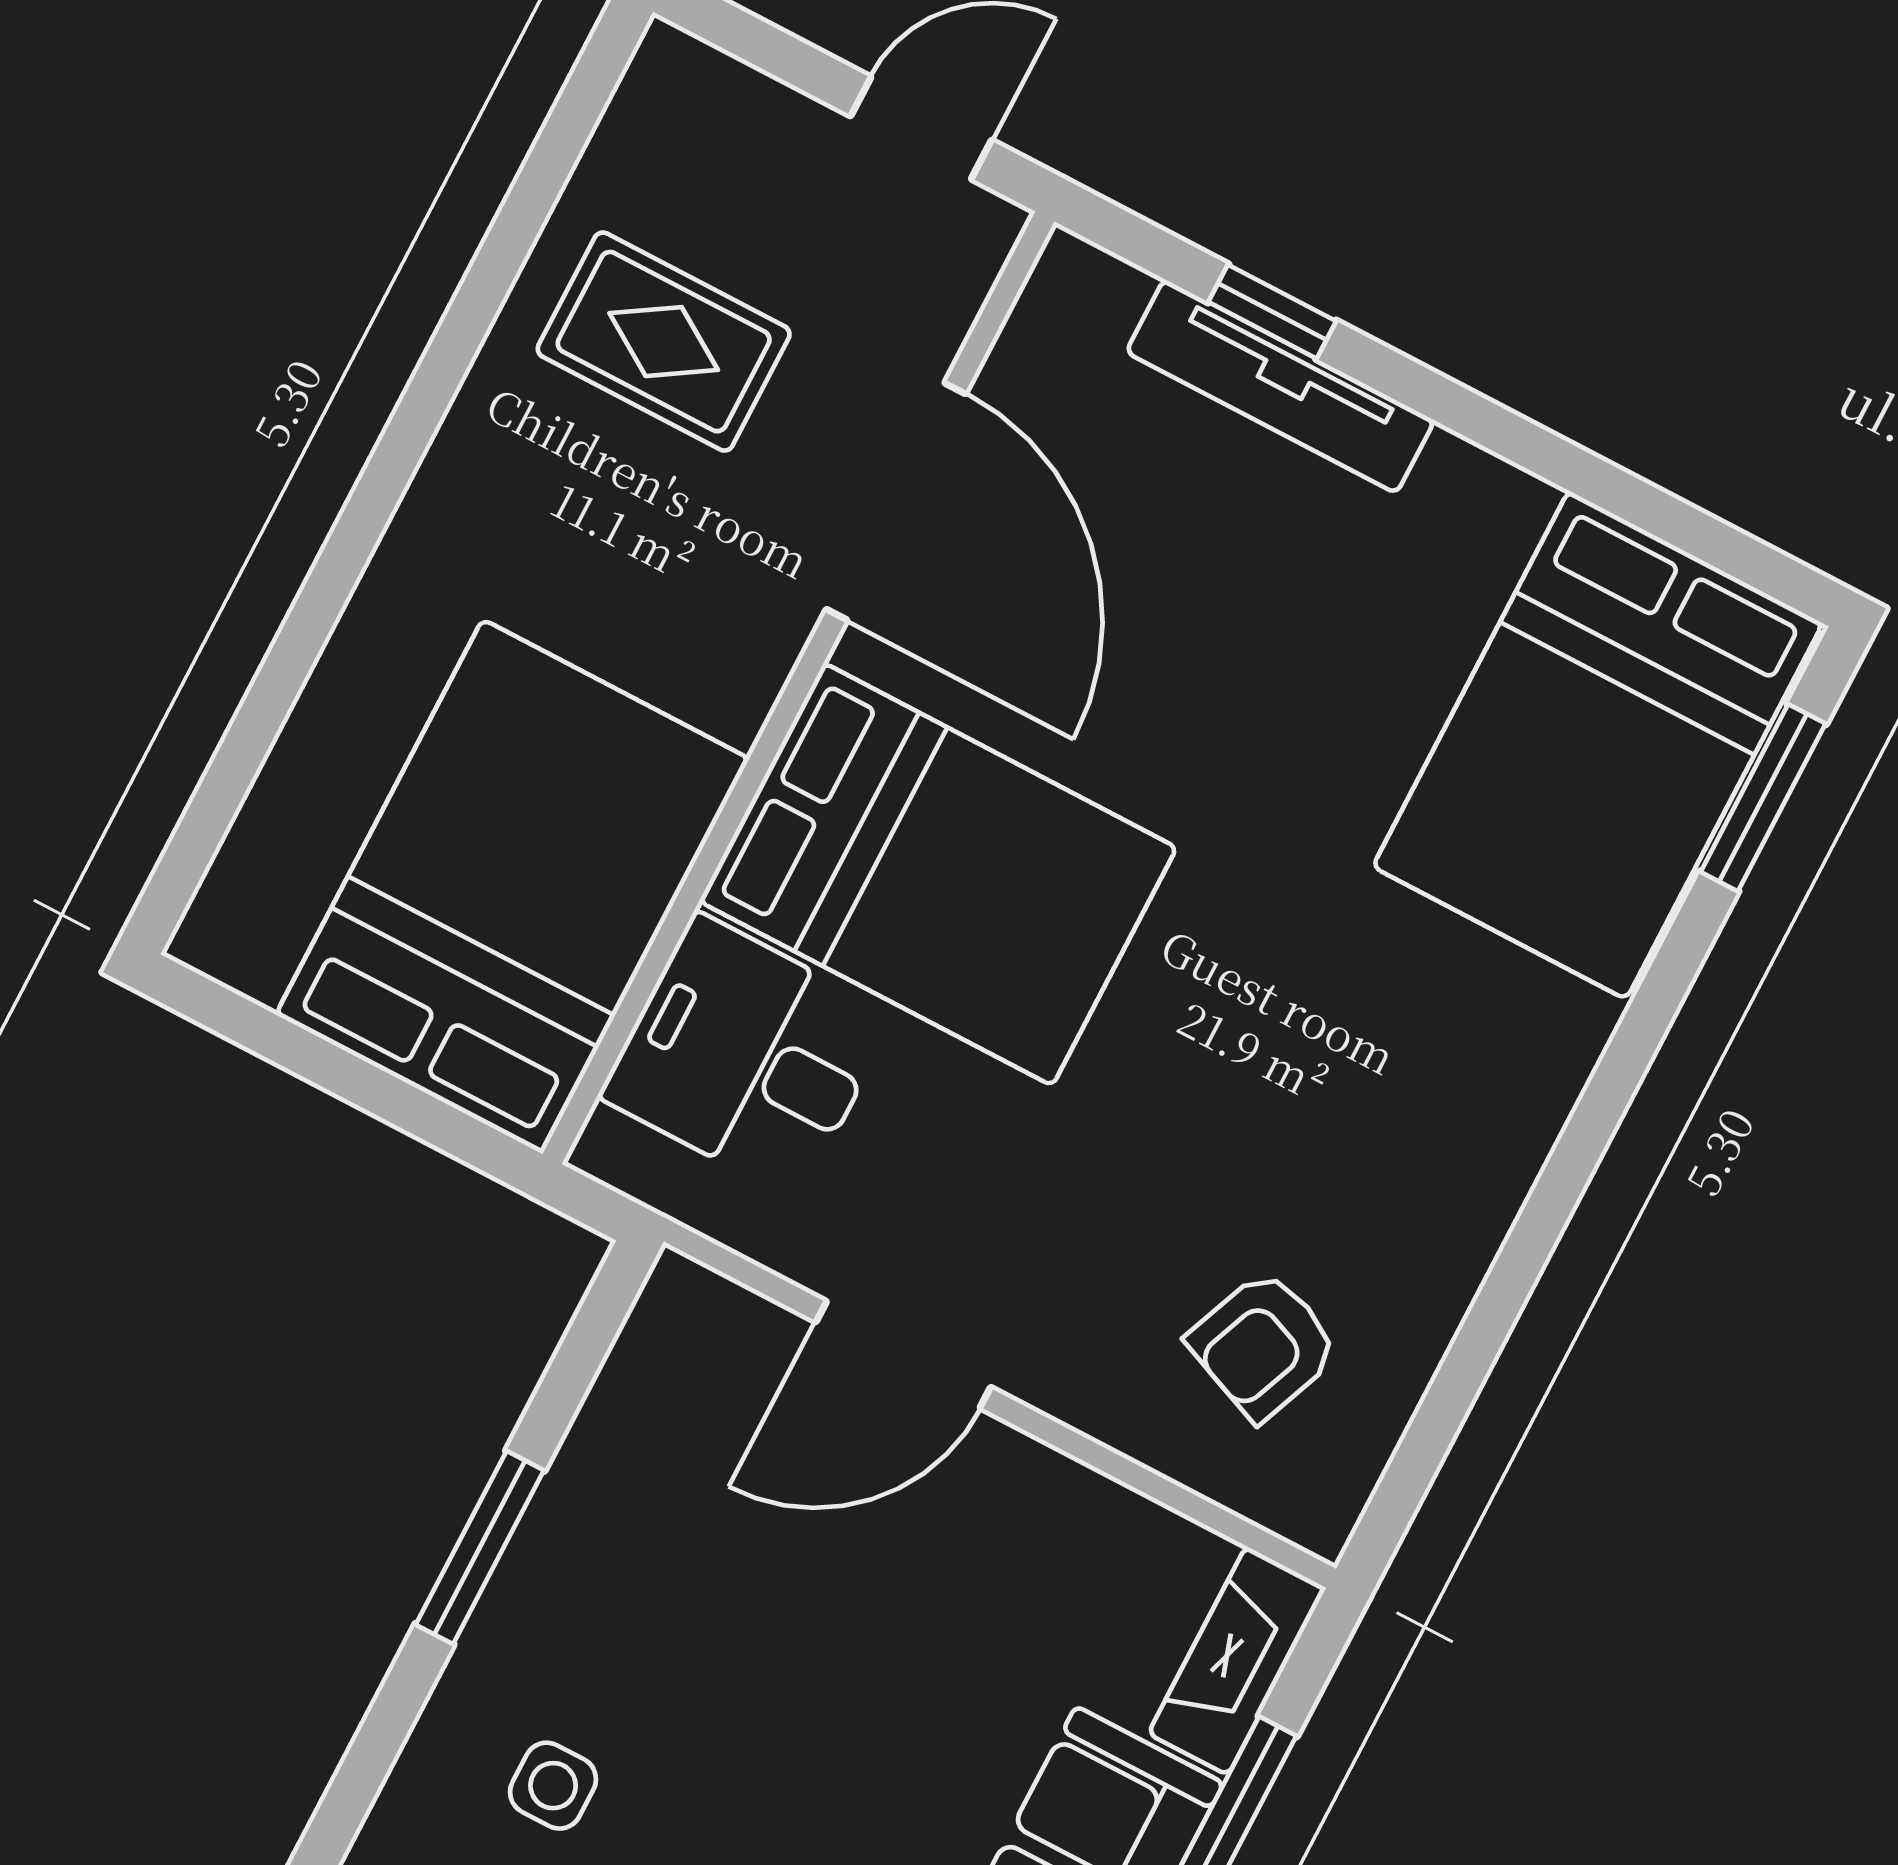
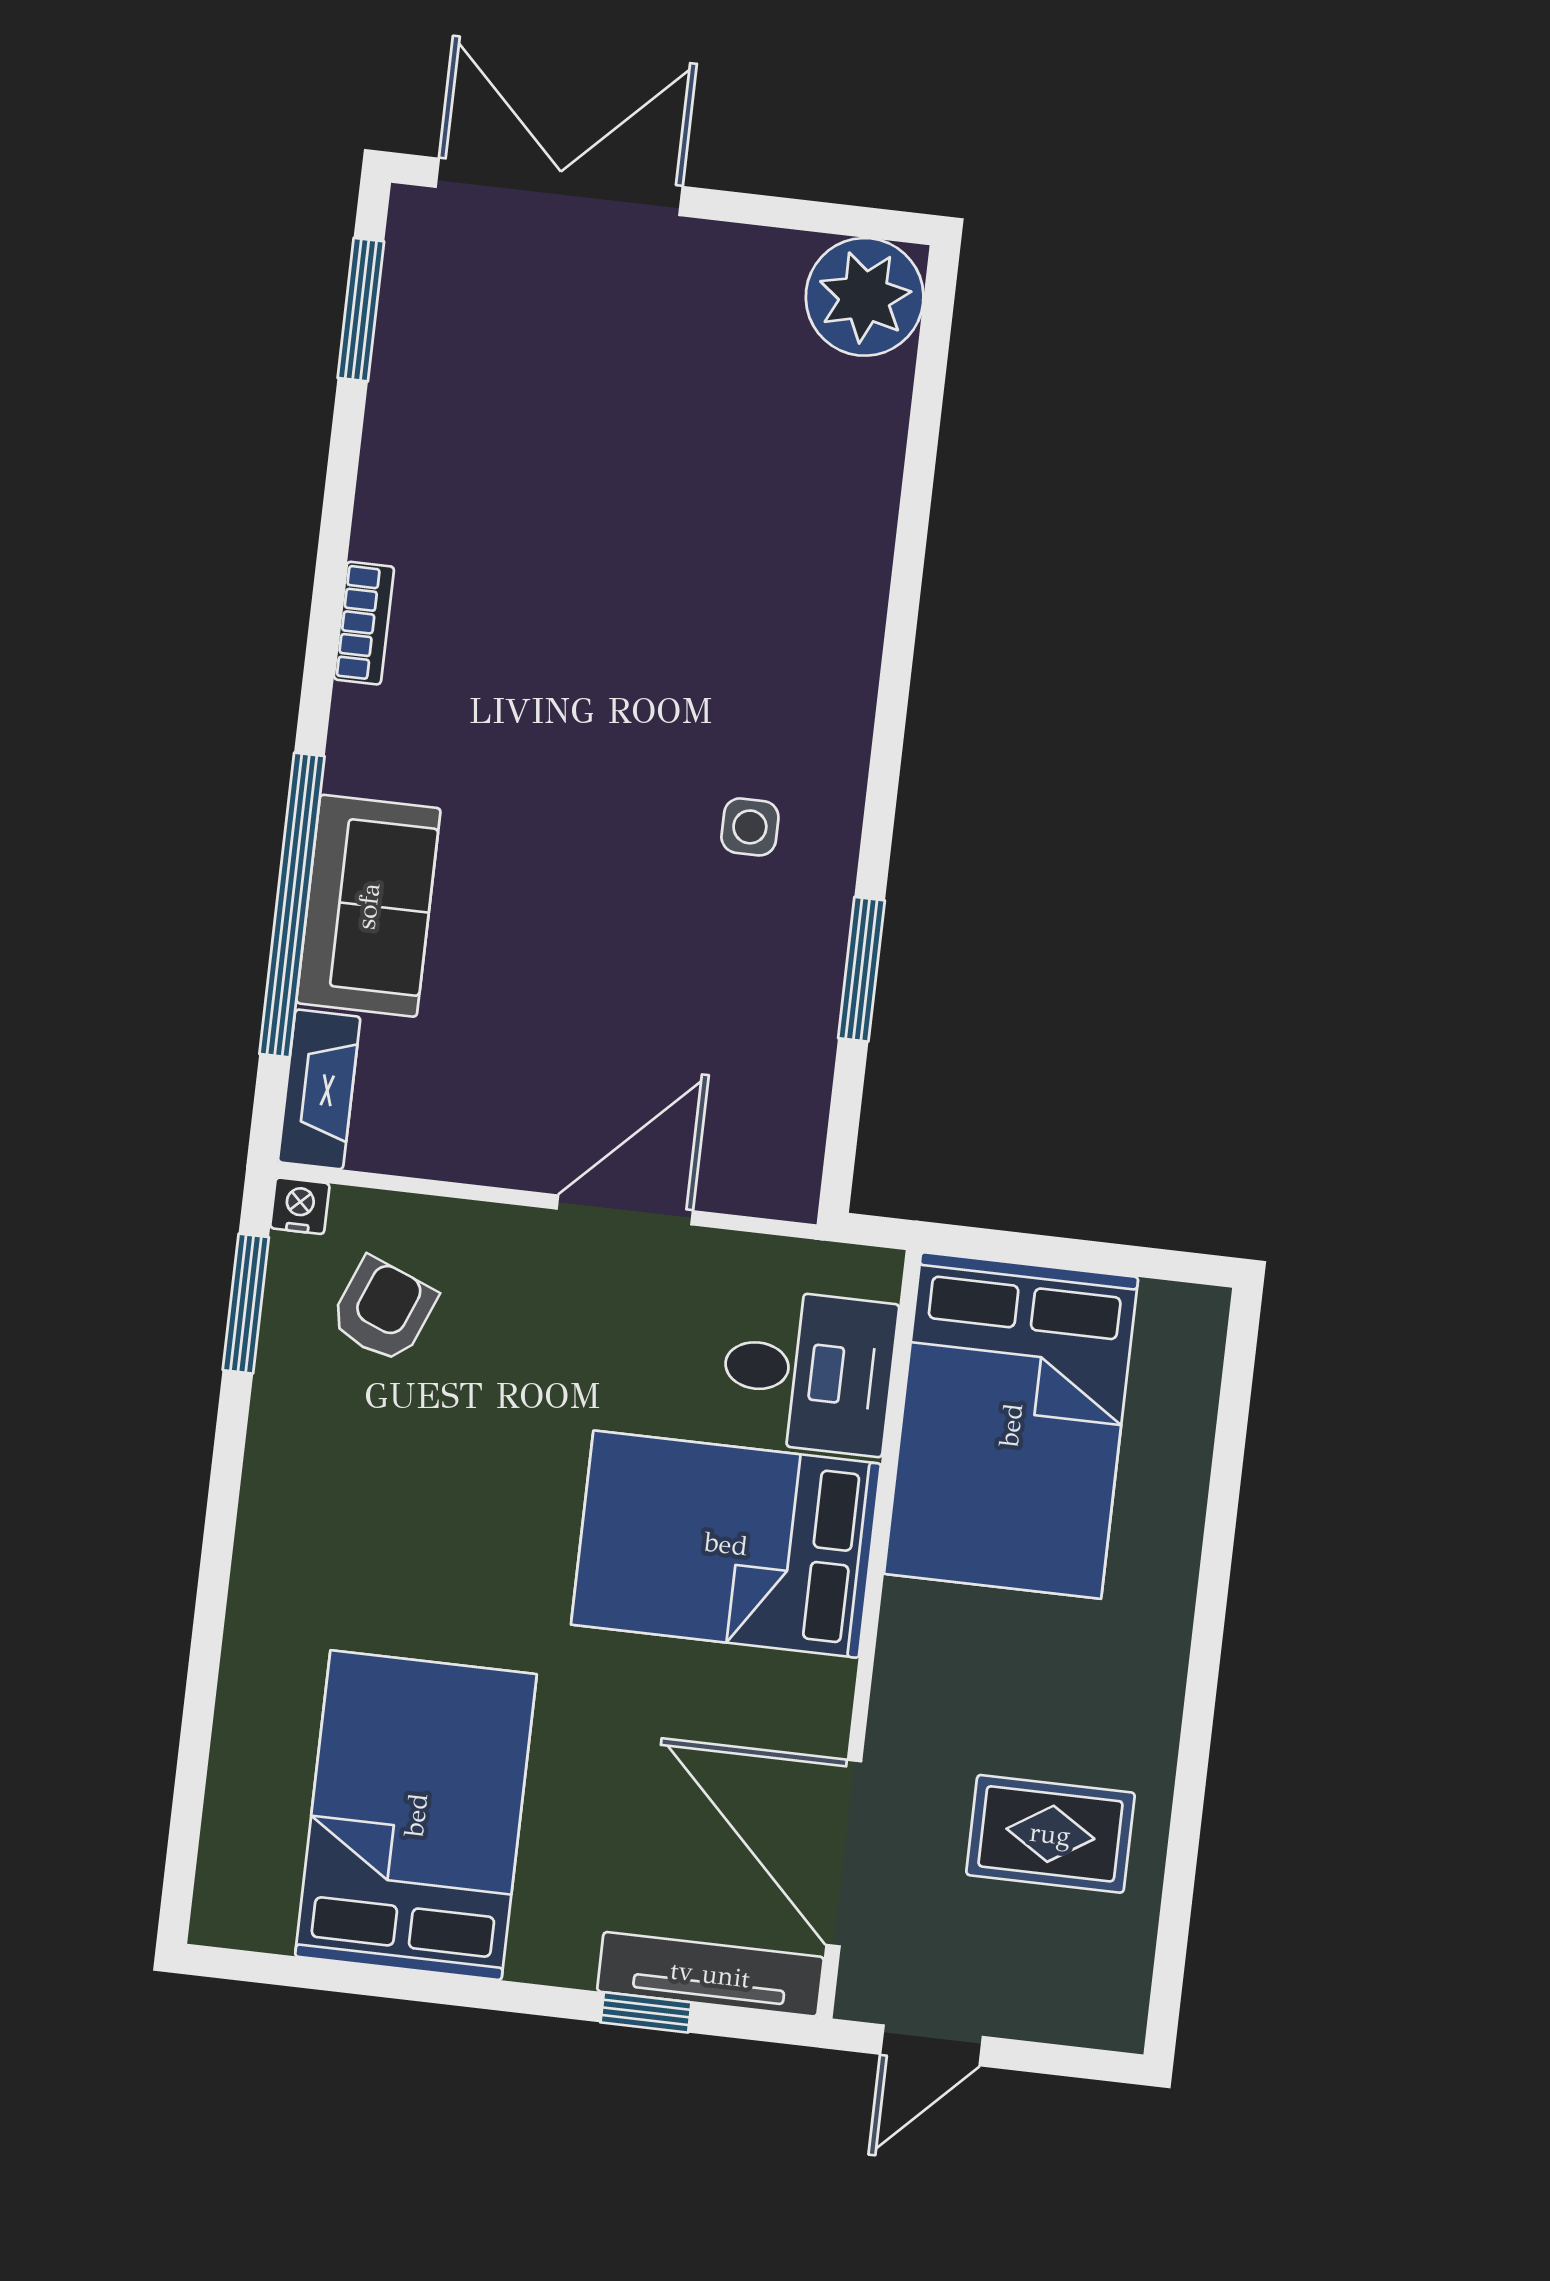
tv unit: (1280, 386) -> (710, 1974), moved
door: (896, 502) -> (844, 1853), moved
bed: (1598, 745) -> (416, 1815), moved
window: (1763, 798) -> (246, 1304), moved
nightstand: (1319, 1520) -> (300, 1206), added

